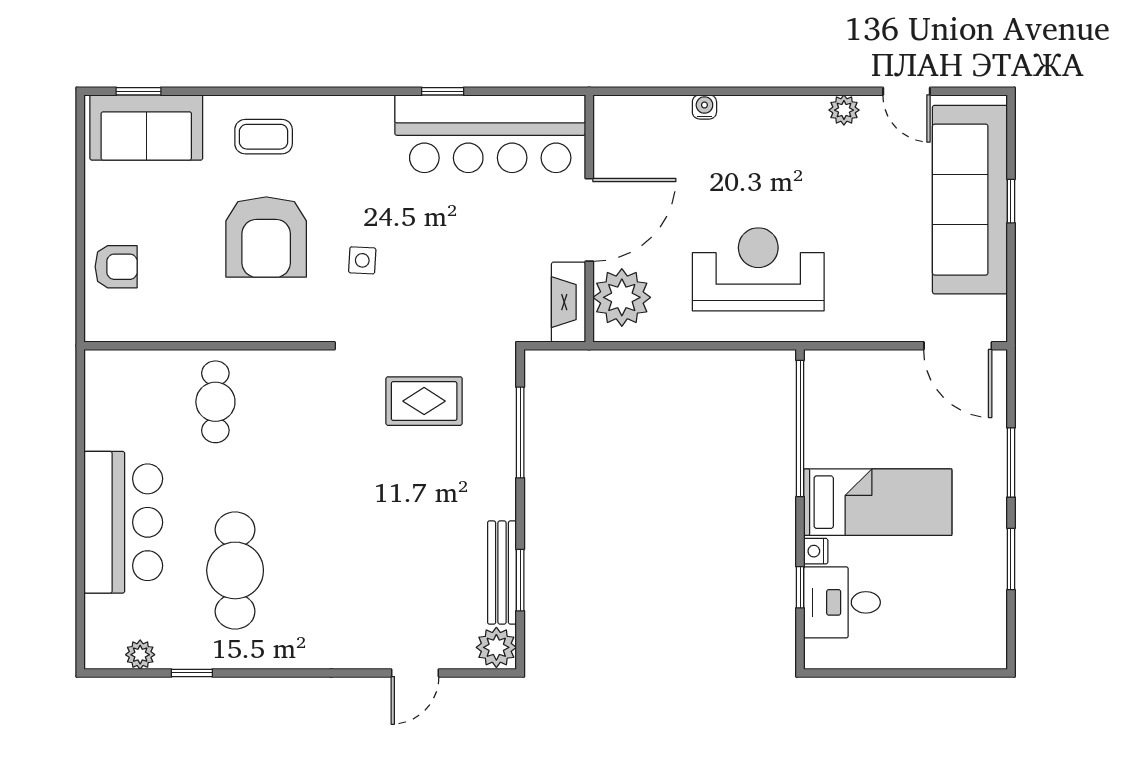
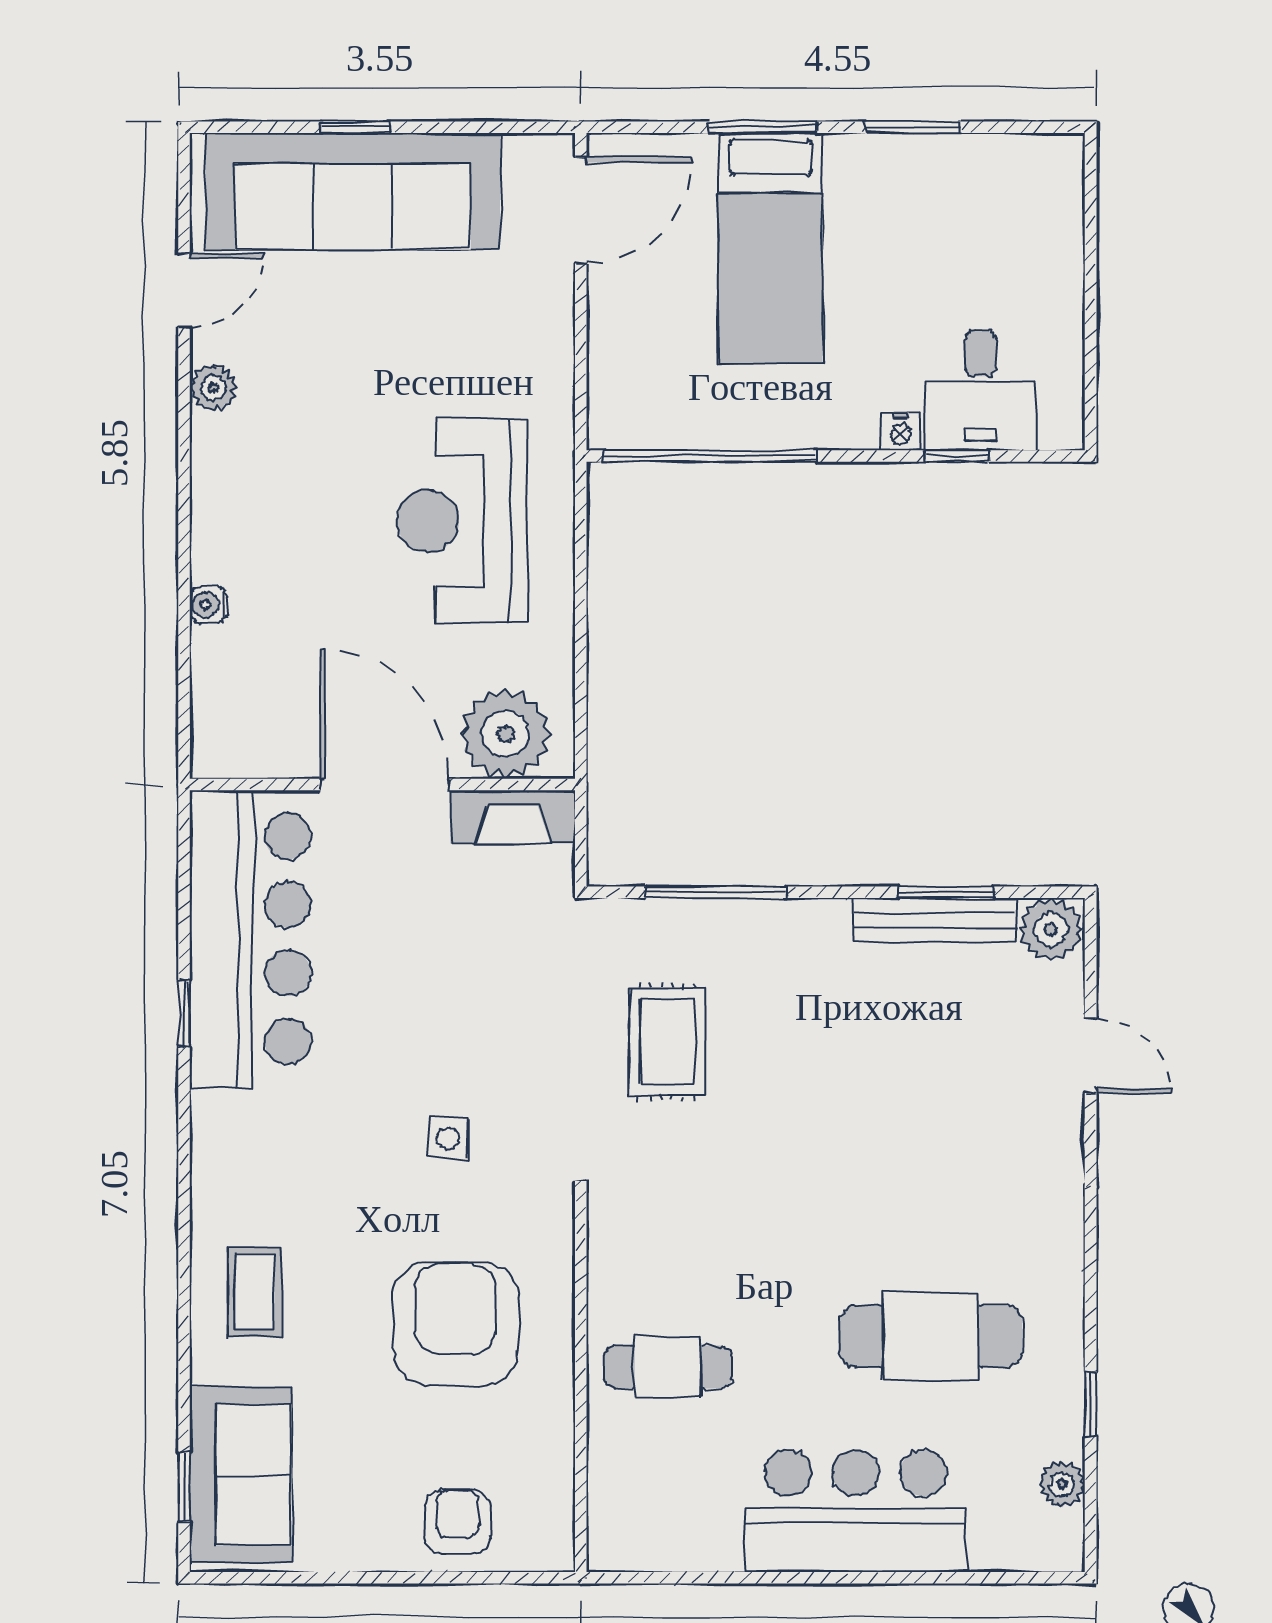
armchair: (266, 237) -> (455, 1324), moved, turned -90
bed: (878, 502) -> (770, 248), moved, turned 180

